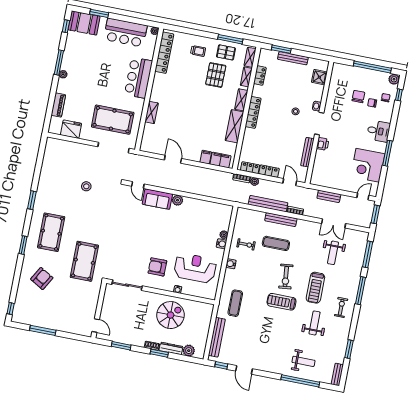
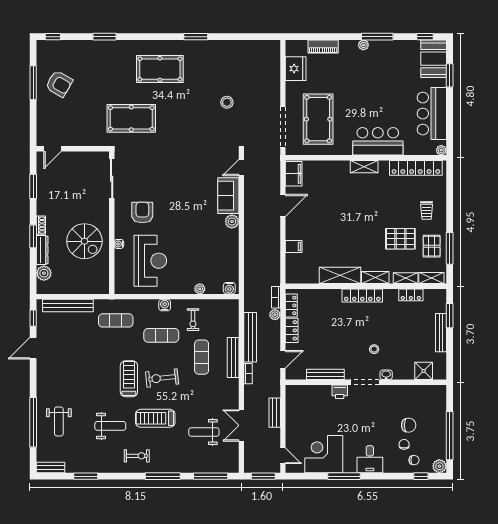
shelving: (152, 112) -> (364, 167), moved
filing cabinet: (221, 160) -> (294, 174), moved
water cooler: (221, 244) -> (229, 288), moved
window: (23, 245) -> (104, 37), moved
exercise mat: (253, 271) -> (161, 335), added
armchair: (42, 278) -> (59, 84), moved

